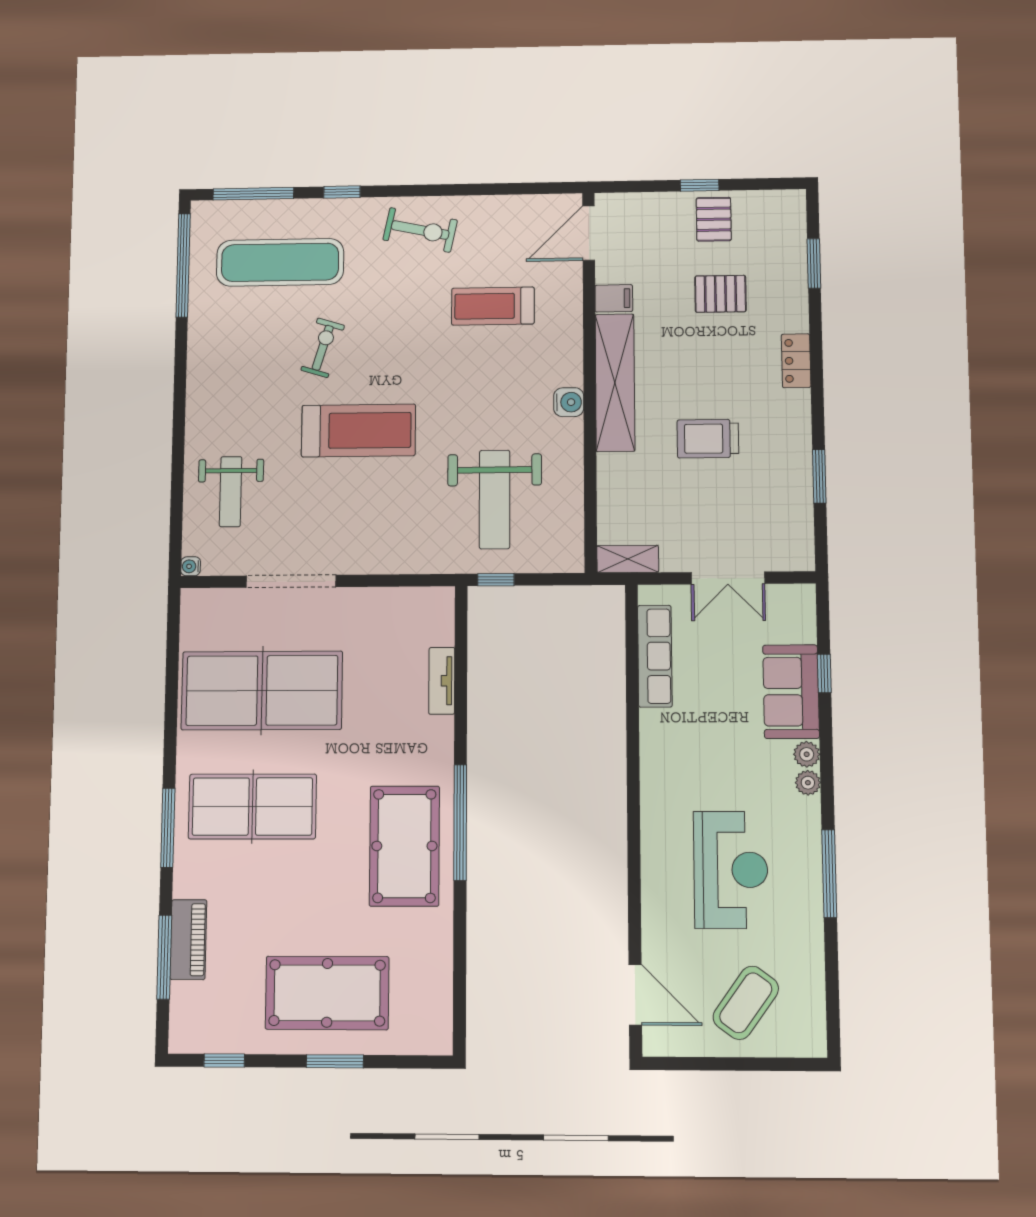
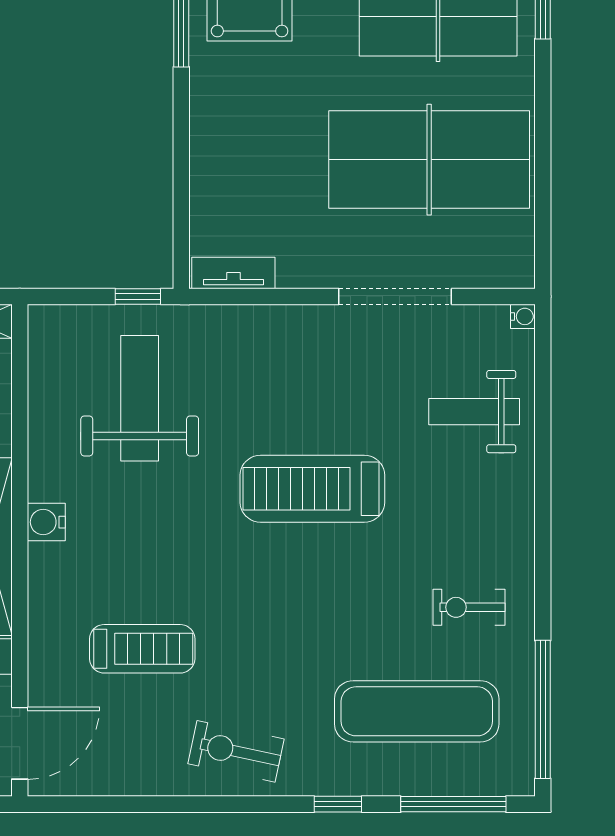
exercise bike: (323, 348) -> (469, 607), moved, turned 73
weight bench: (231, 492) -> (474, 412), turned -90
tv unit: (442, 681) -> (233, 273), moved, turned -90

